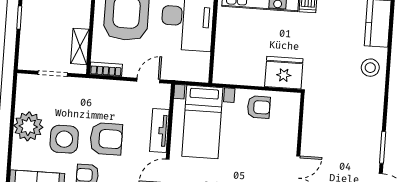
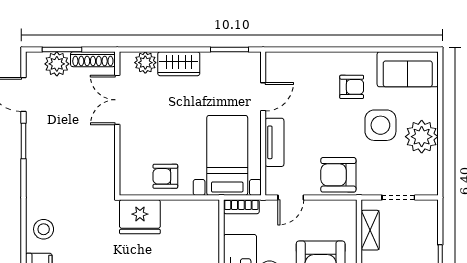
bookcase: (106, 69) -> (241, 207), moved
armchair: (106, 139) -> (338, 175), moved

